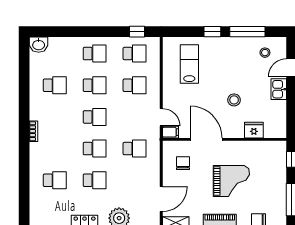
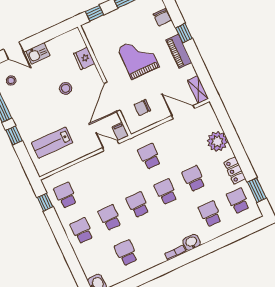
school desk: (135, 85) -> (238, 201), moved
door: (161, 117) -> (111, 146), hinge flipped
washbasin: (36, 151) -> (192, 242), added

